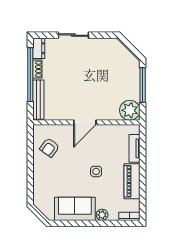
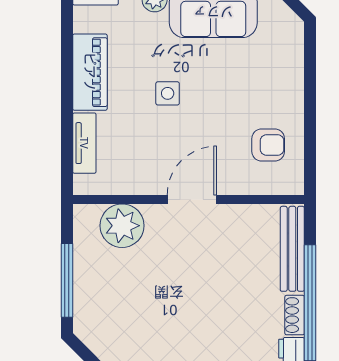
plant: (130, 110) -> (122, 226), moved
armchair: (50, 148) -> (268, 145), turned 54

